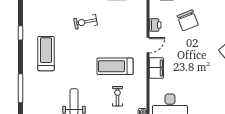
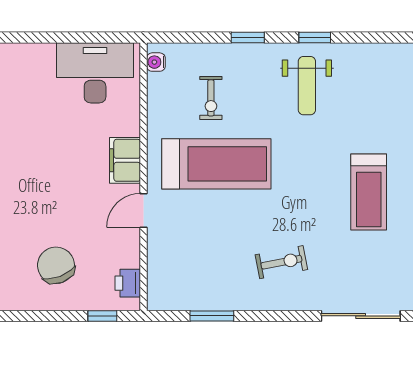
printer: (155, 25) -> (128, 283), moved
treadmill: (115, 66) -> (216, 164), width x1.37, depth x1.38

